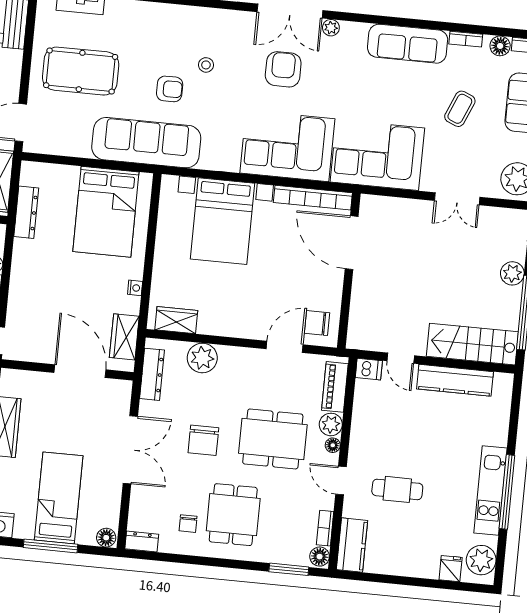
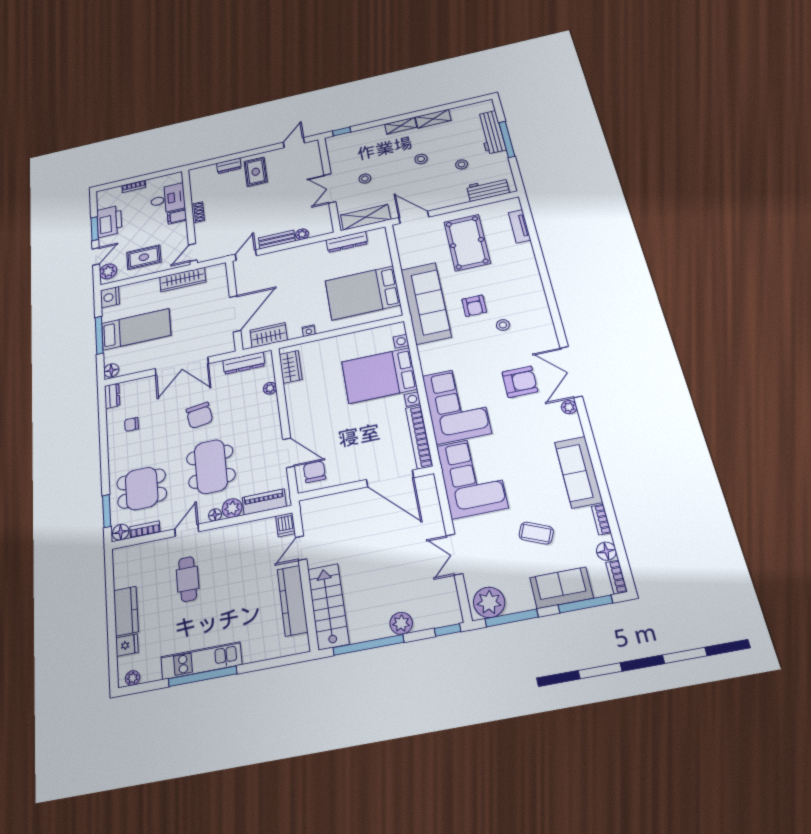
door: (352, 243) -> (390, 479), swing flipped
plant: (202, 358) -> (270, 388), width x0.53, depth x0.53
chair: (203, 440) -> (199, 415), turned -98
dining table: (233, 515) -> (142, 488), moved
kitchen counter: (352, 545) -> (126, 611), moved, turned -90
plant: (481, 560) -> (133, 678), width x0.53, depth x0.53

